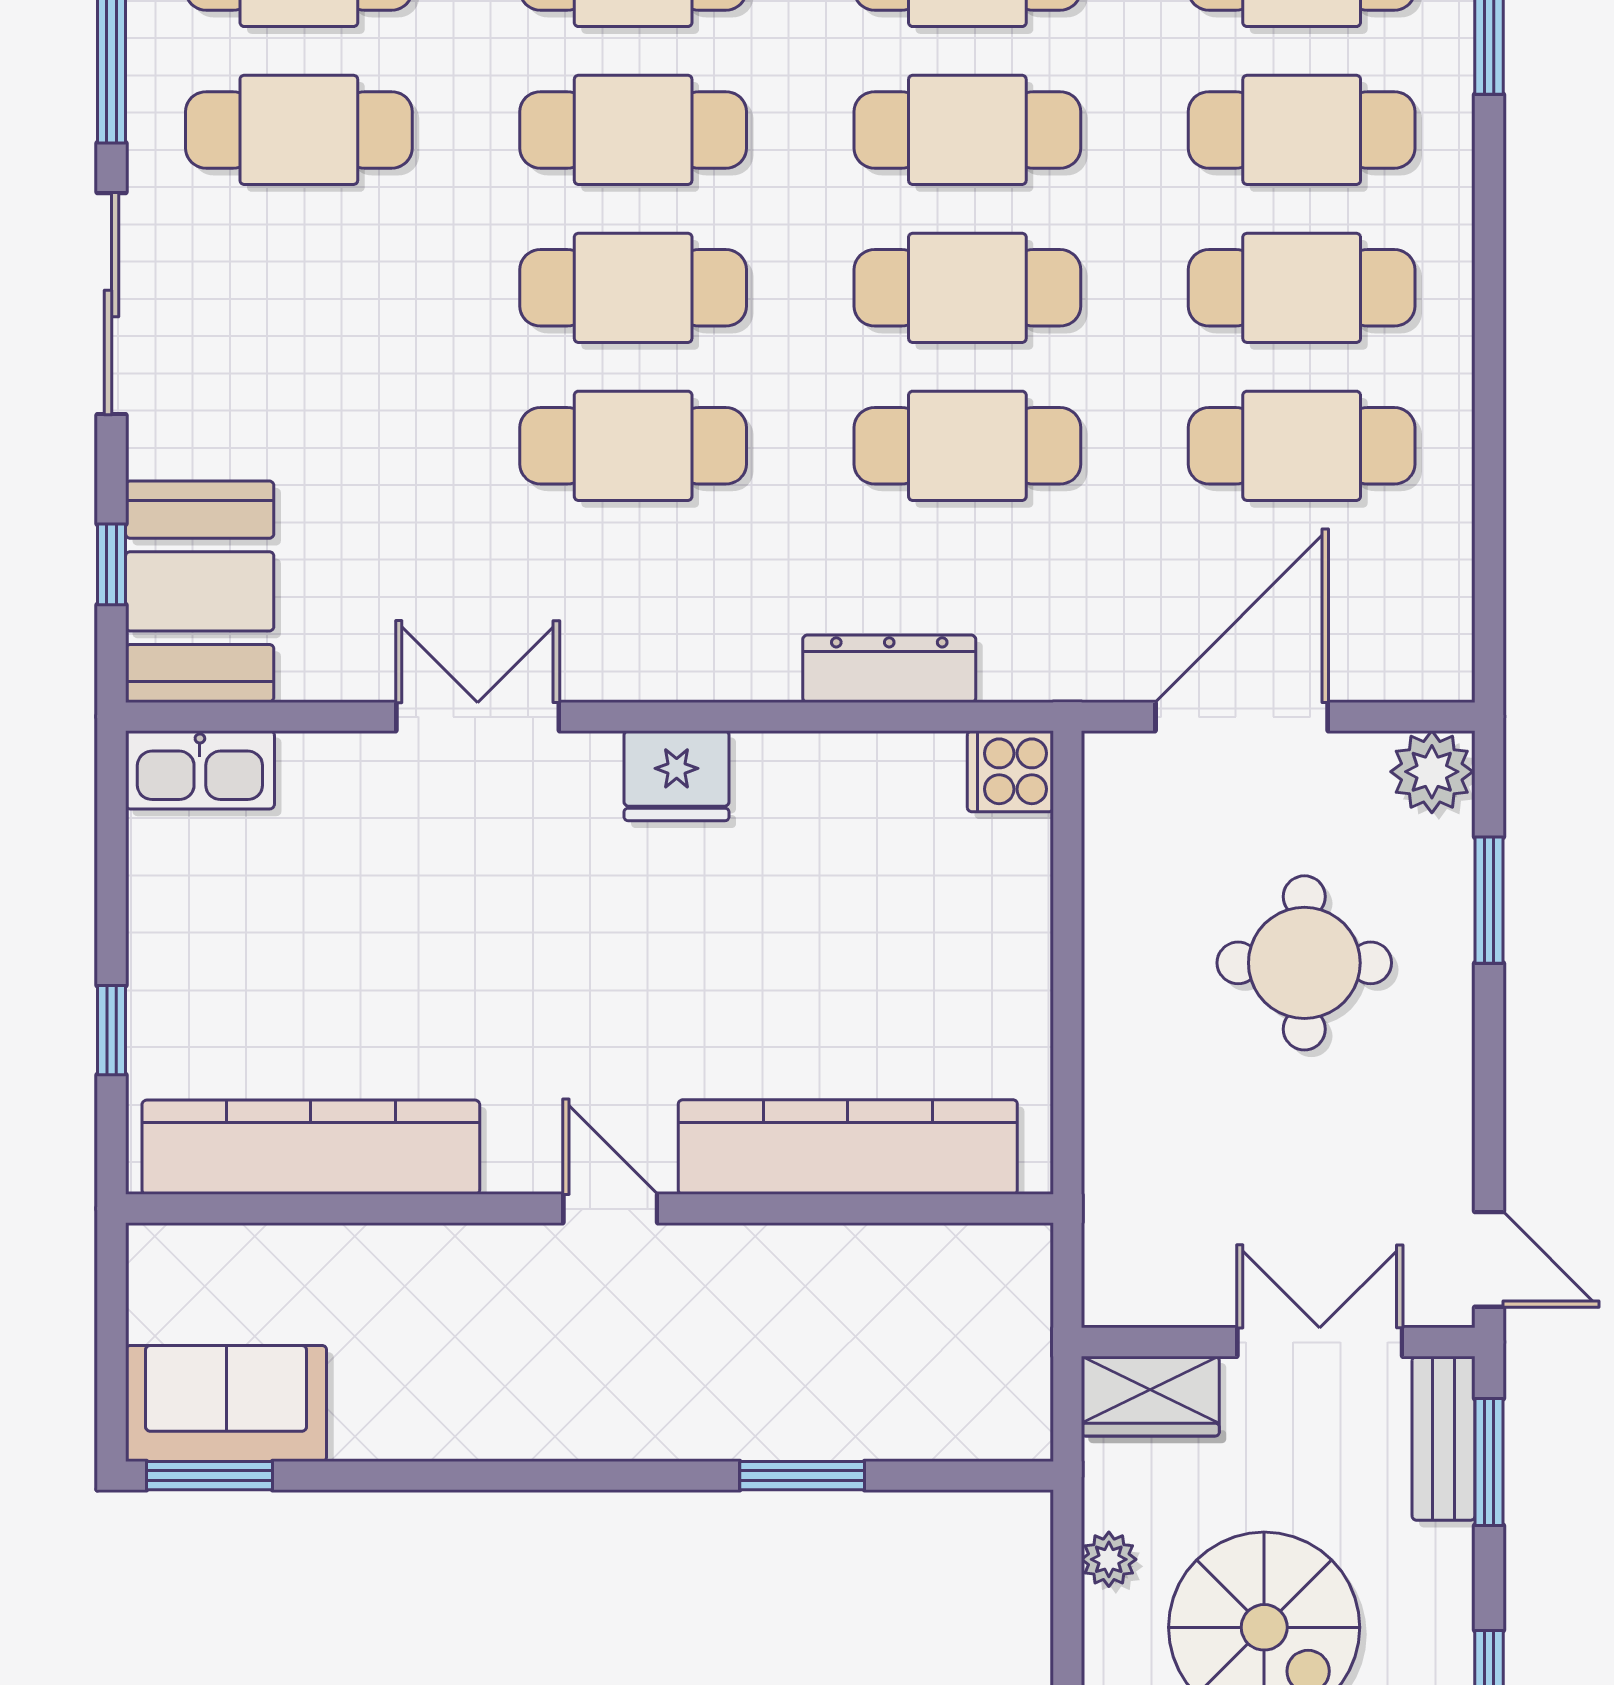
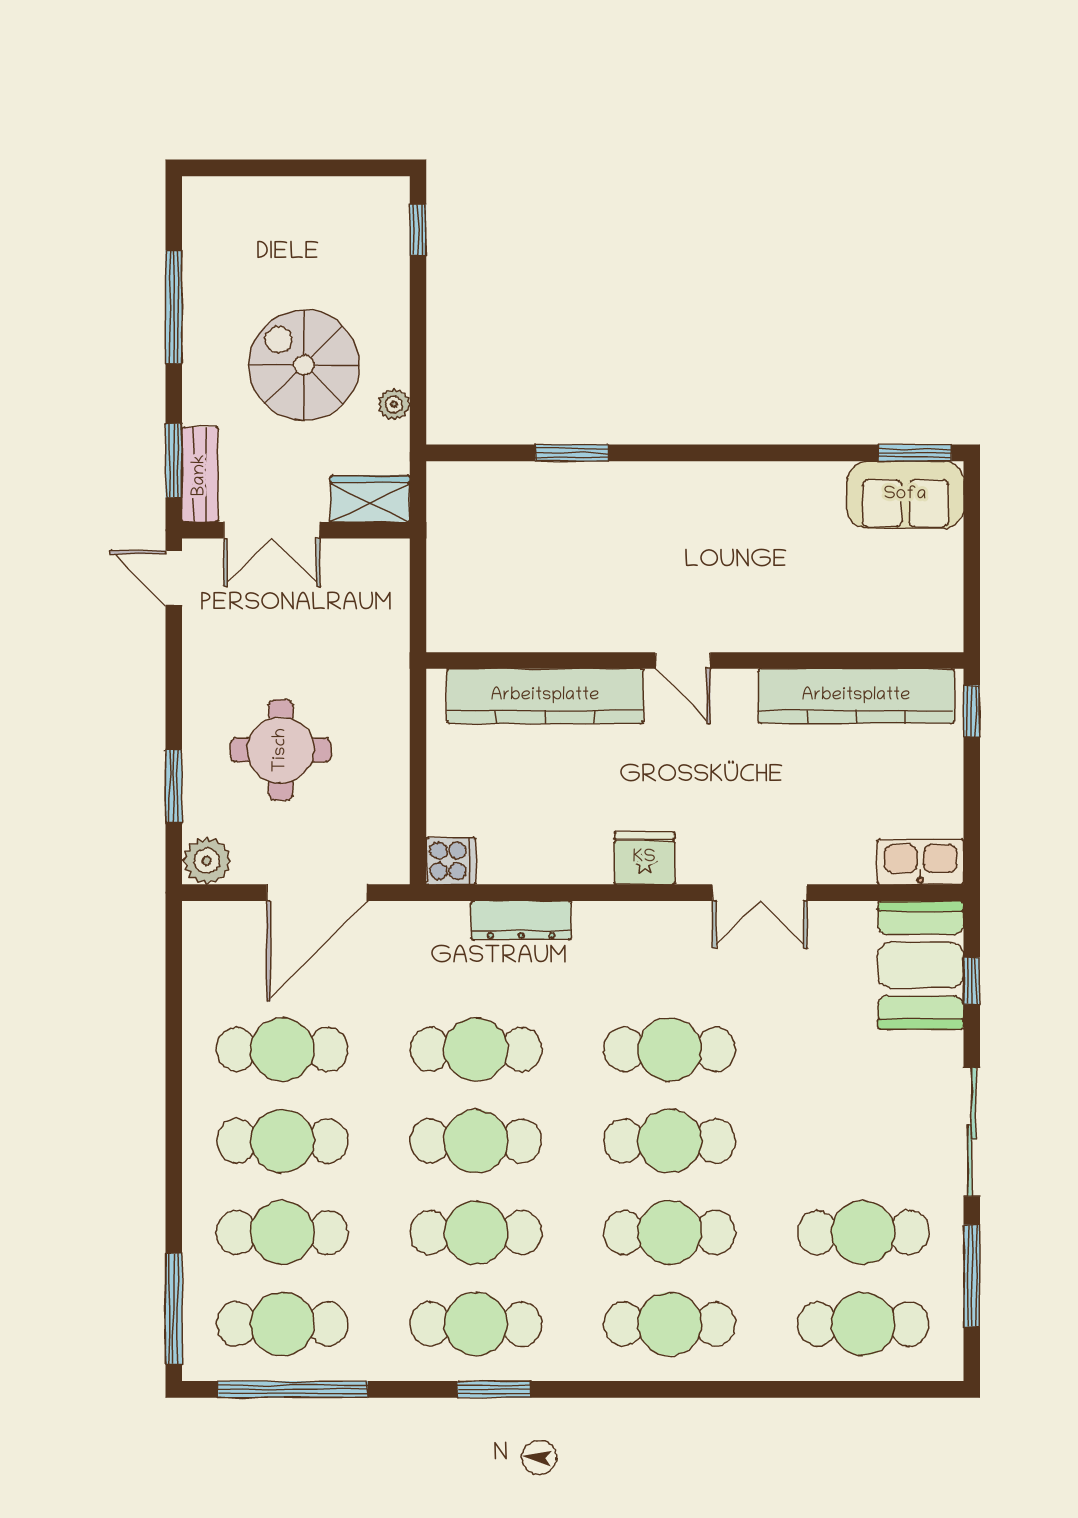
kitchen counter: (311, 1147) -> (856, 696), moved
kitchen counter: (848, 1147) -> (545, 696), moved
wall: (589, 1209) -> (695, 661), moved
door: (610, 1209) -> (683, 661), moved

